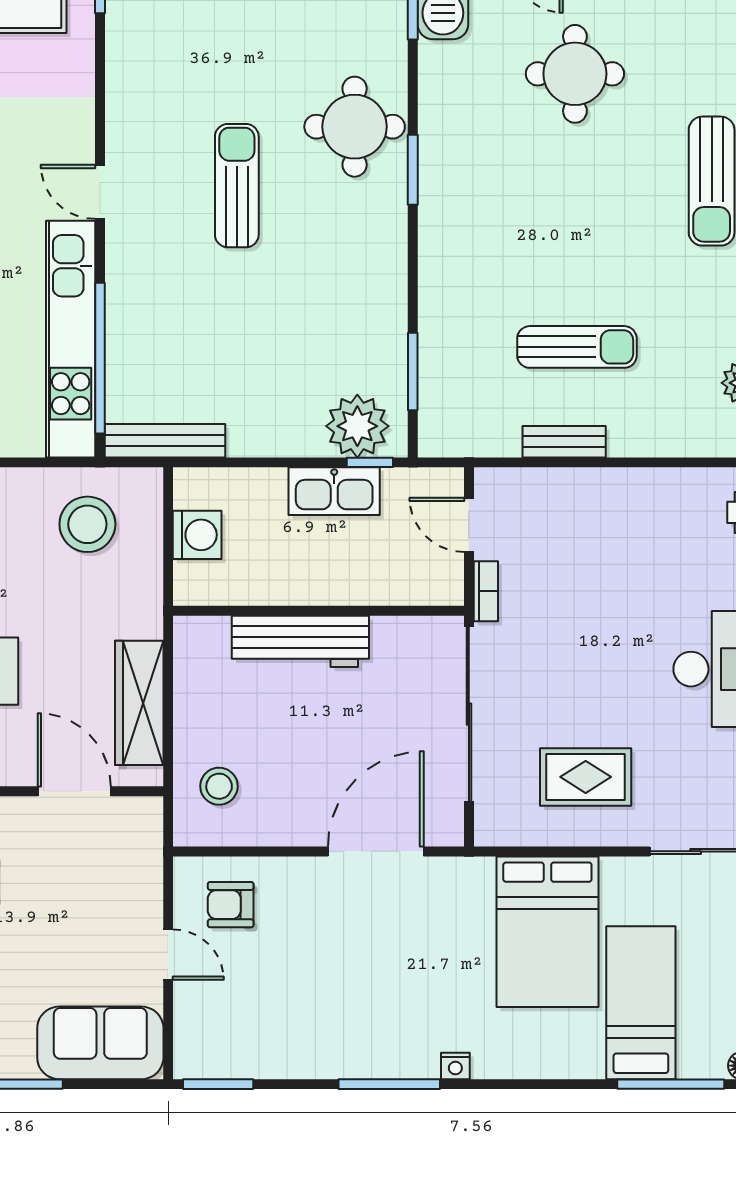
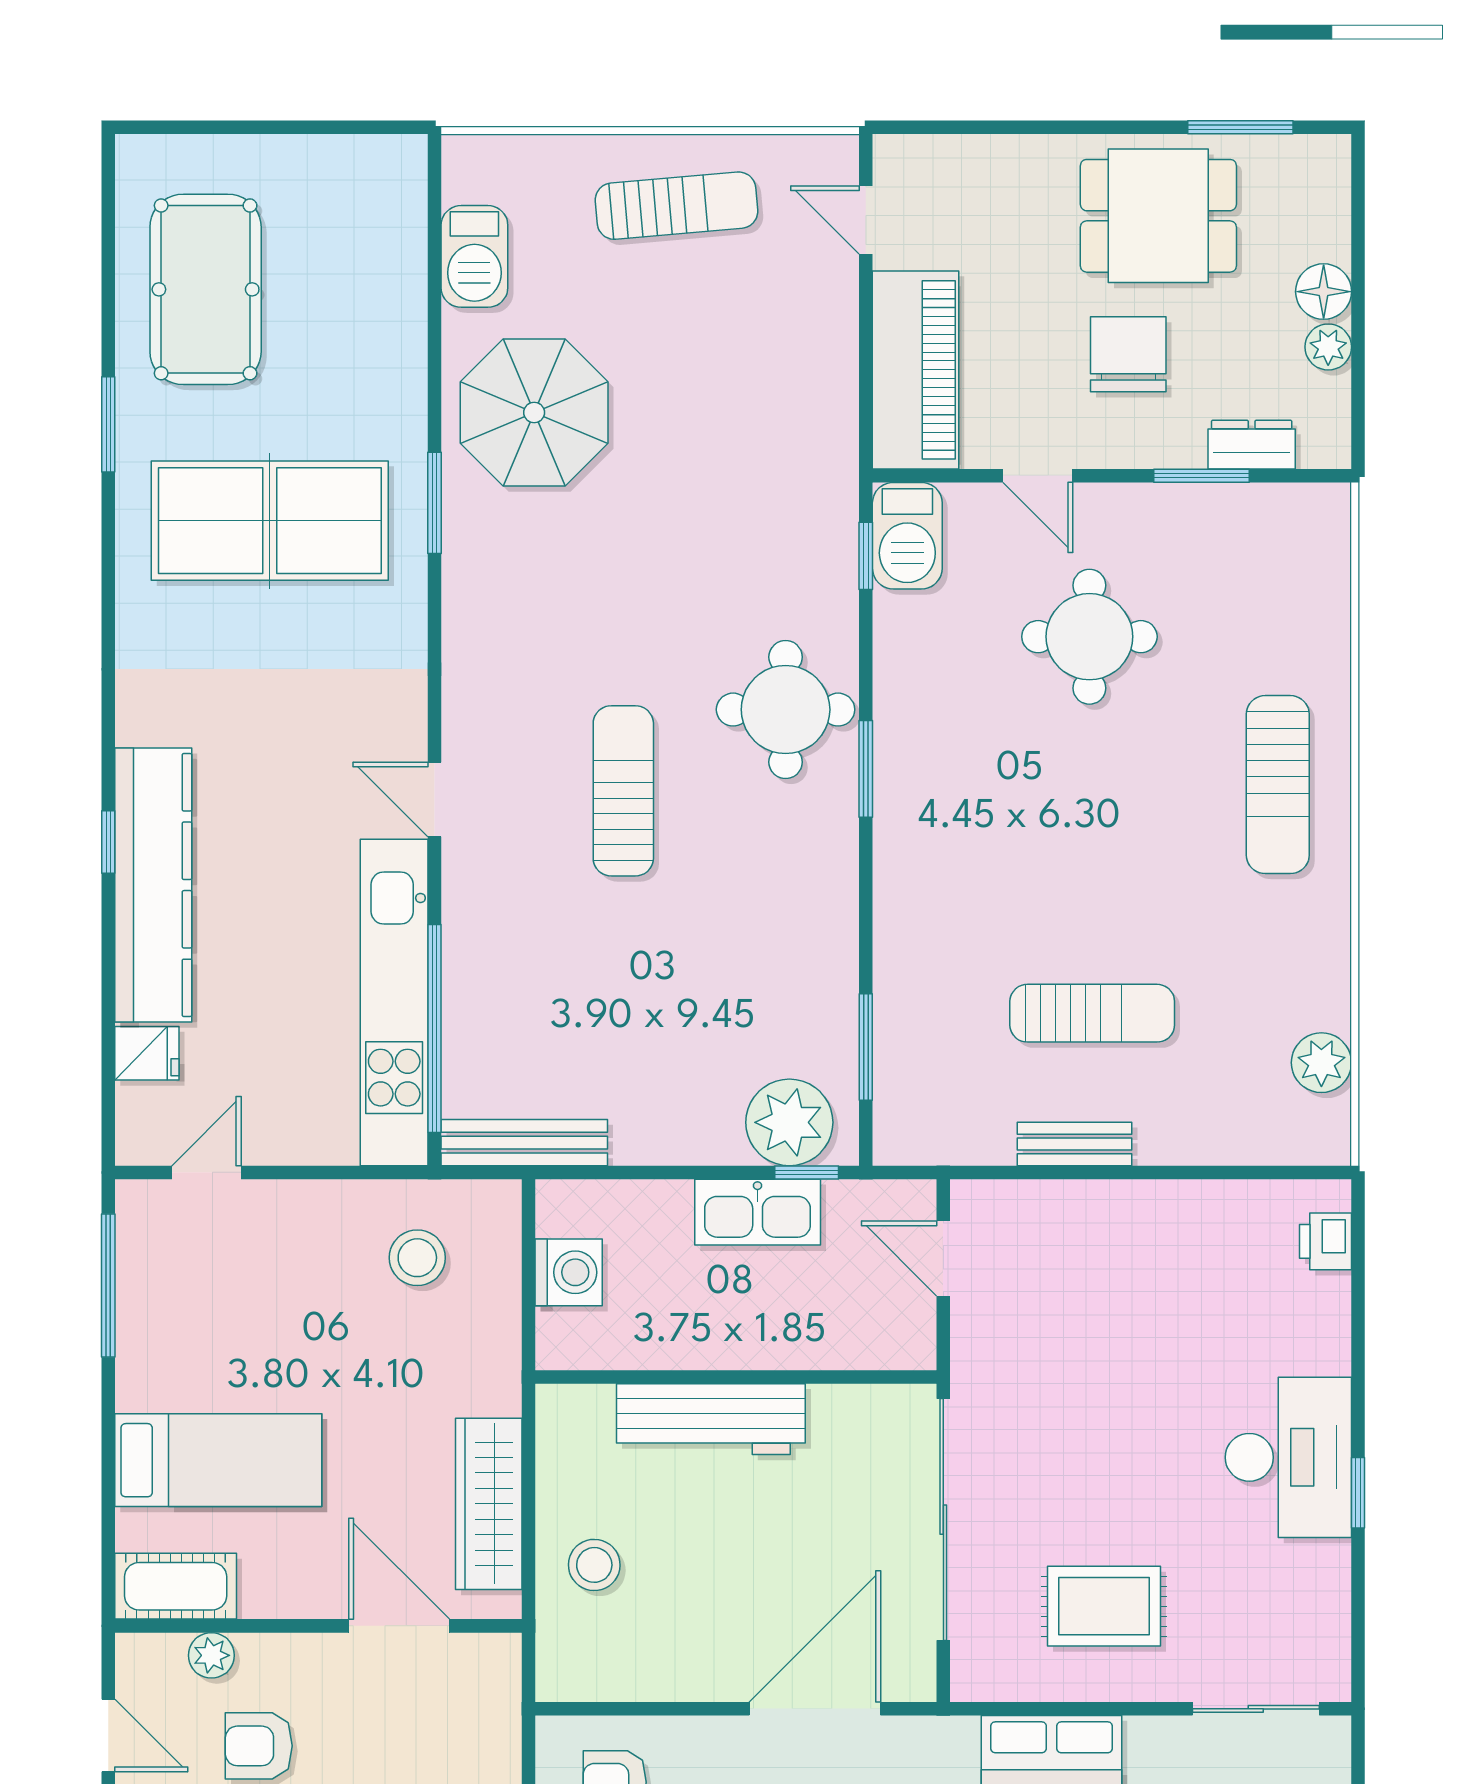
stool: (87, 524) -> (417, 1258), width x0.73, depth x0.73
bookcase: (486, 591) -> (967, 1350), removed
stool: (219, 786) -> (594, 1565), moved

